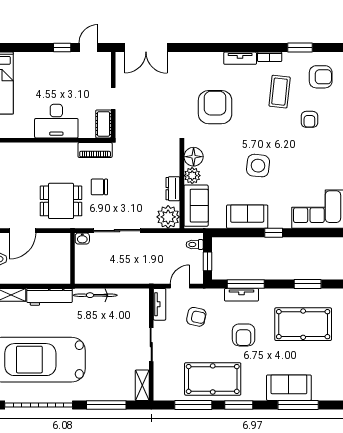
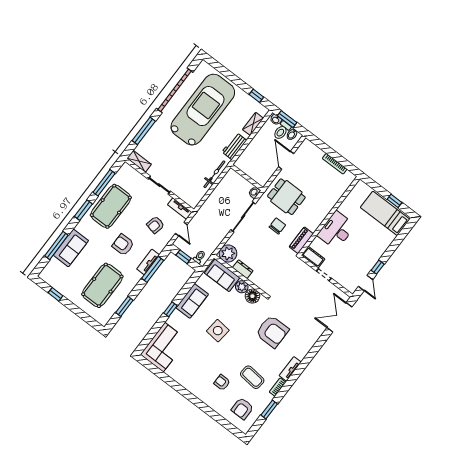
dining table: (61, 201) -> (286, 197), turned 90
workbench: (49, 297) -> (234, 146), width x0.73

